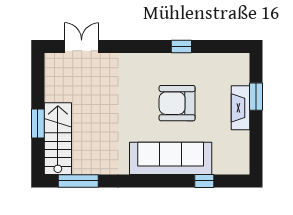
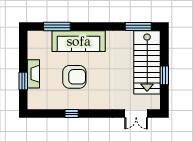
window: (38, 123) -> (164, 75), moved
stairs: (58, 139) -> (147, 62), width x1.36, depth x1.51
window: (204, 181) -> (57, 27), width x2.17

